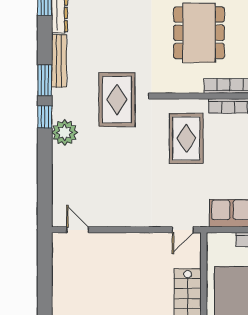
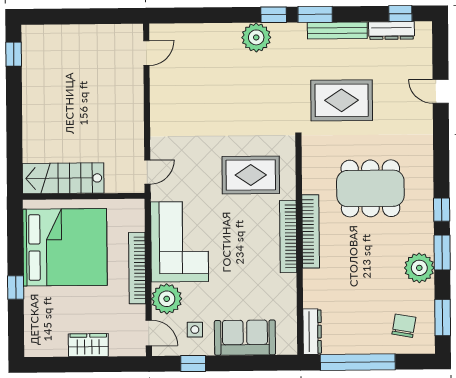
rug: (117, 100) -> (342, 100), moved
door: (183, 230) -> (147, 172), swing flipped

